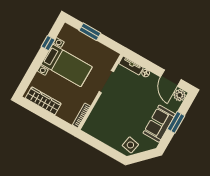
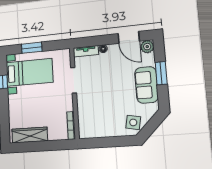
bed with nightstands: (67, 66) -> (29, 72), moved

